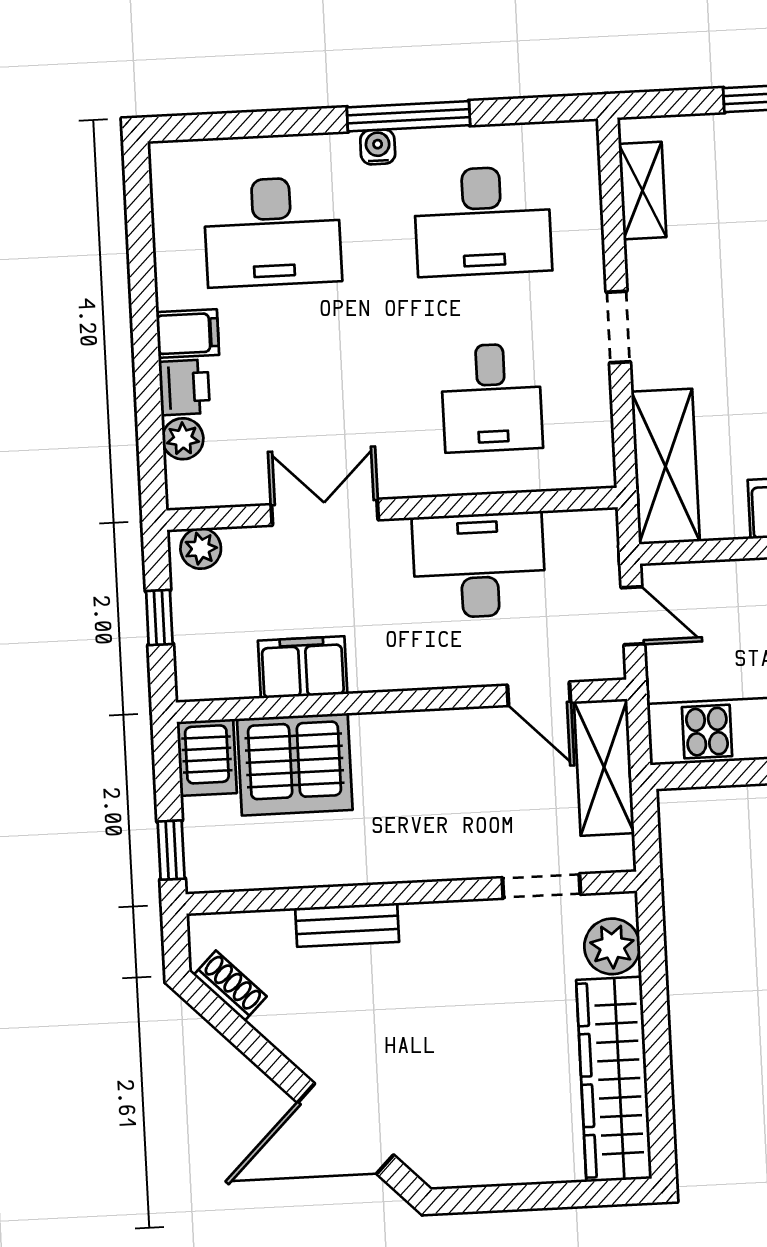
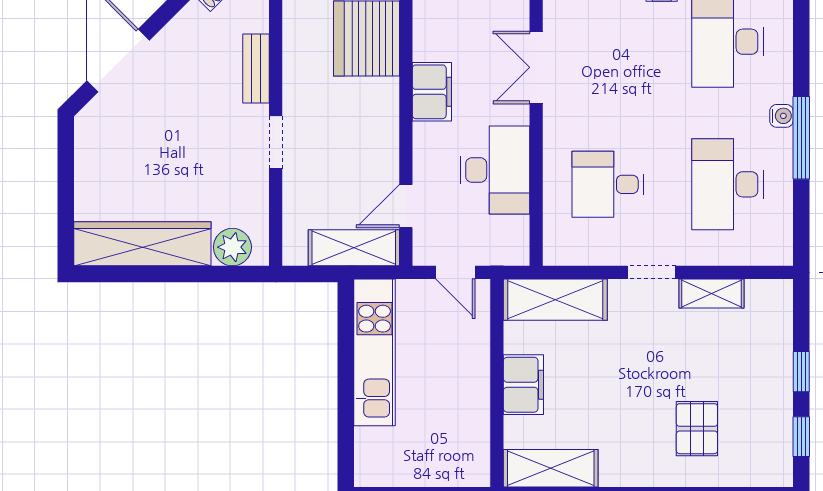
shelving: (642, 191) -> (711, 294), moved
double door: (325, 512) -> (536, 67), swing flipped
door: (633, 616) -> (455, 272), hinge flipped
filing cabinet: (303, 667) -> (432, 92), moved
doorway: (541, 886) -> (276, 142), moved

